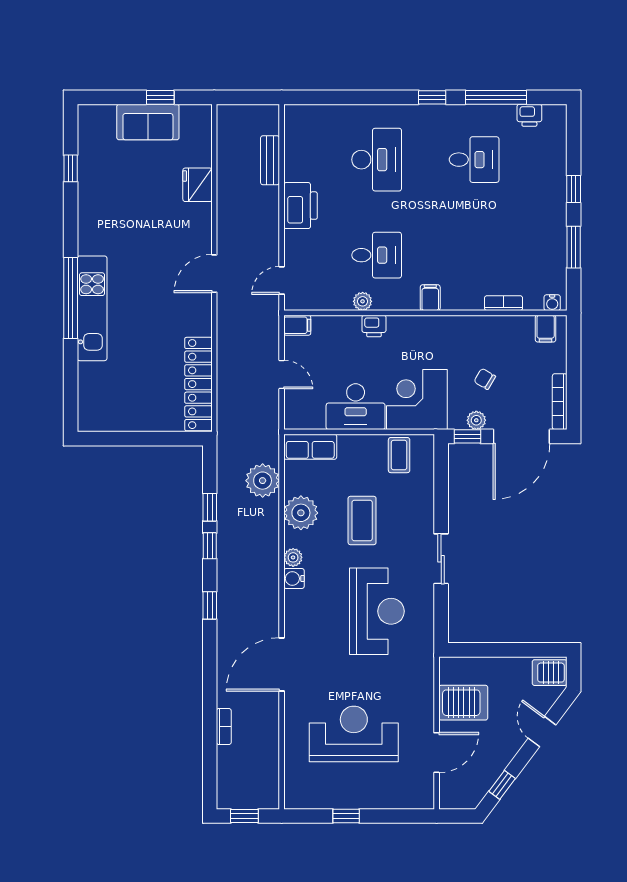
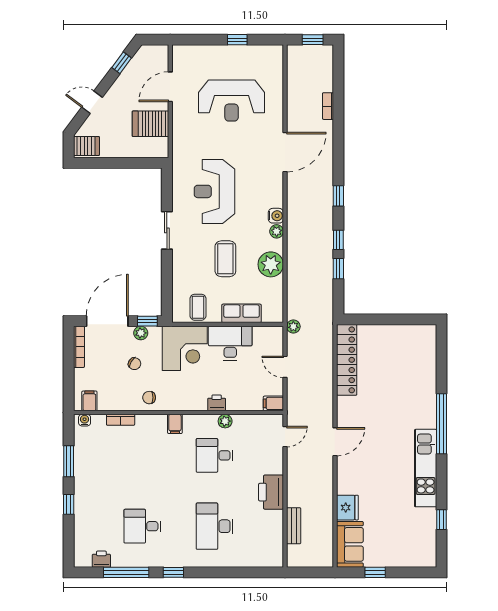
sofa: (148, 122) -> (350, 544), moved, turned 90
kitchen unit: (92, 308) -> (426, 468), moved
chair: (465, 333) -> (149, 398), added
row of seats: (310, 447) -> (242, 313), moved
plant: (263, 481) -> (293, 327), moved, width x0.53, depth x0.53
door: (542, 732) -> (92, 102), swing flipped

